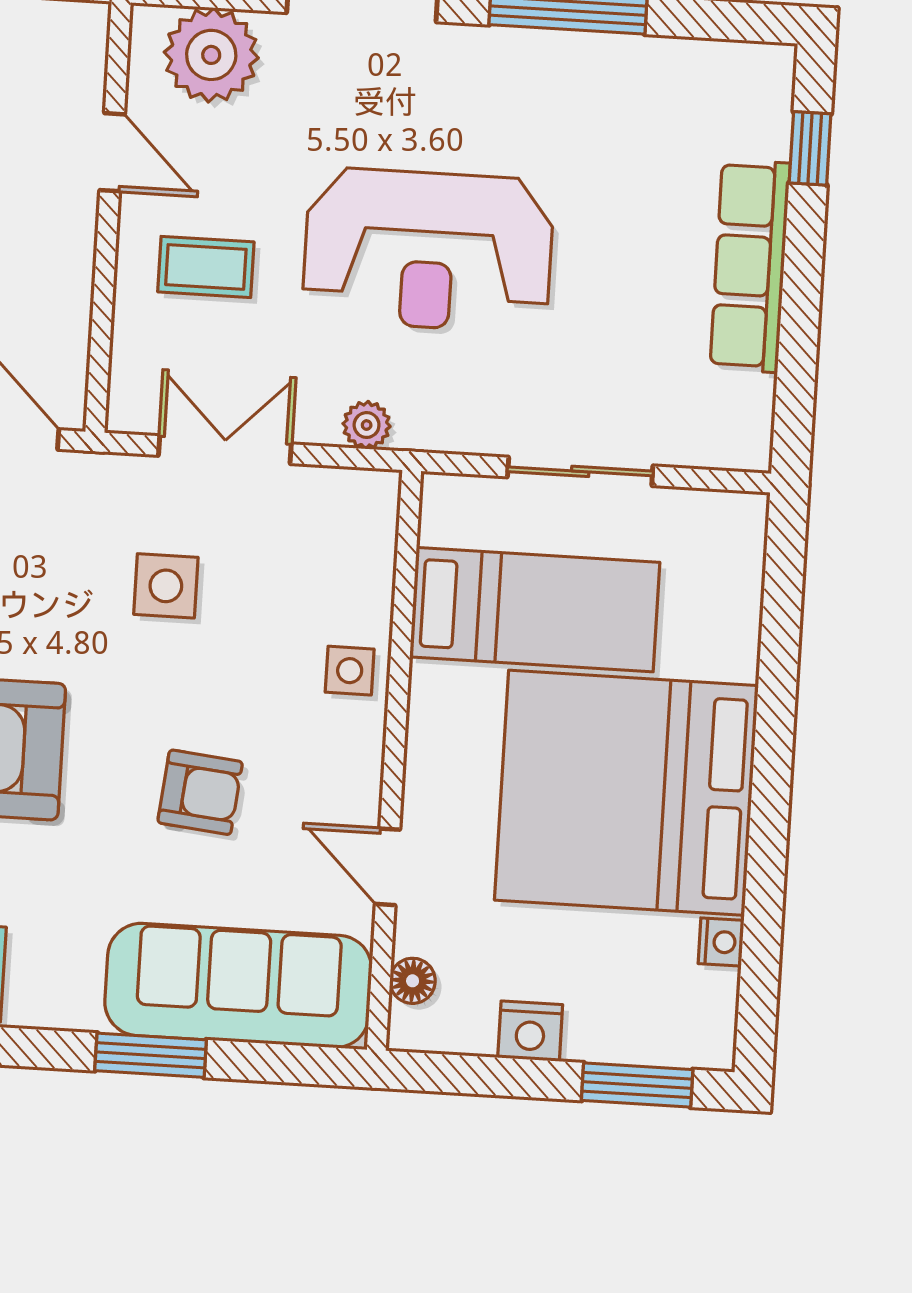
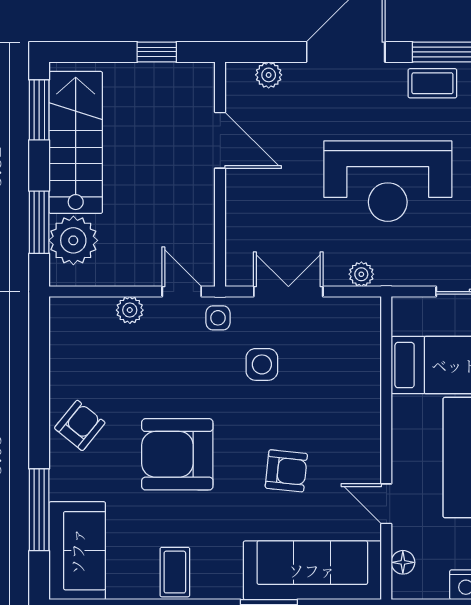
plant: (211, 55) -> (269, 75), width x0.53, depth x0.53
door: (112, 152) -> (220, 140), width x1.38
coffee table: (206, 267) -> (432, 83), moved
side table: (350, 671) -> (218, 318), moved

